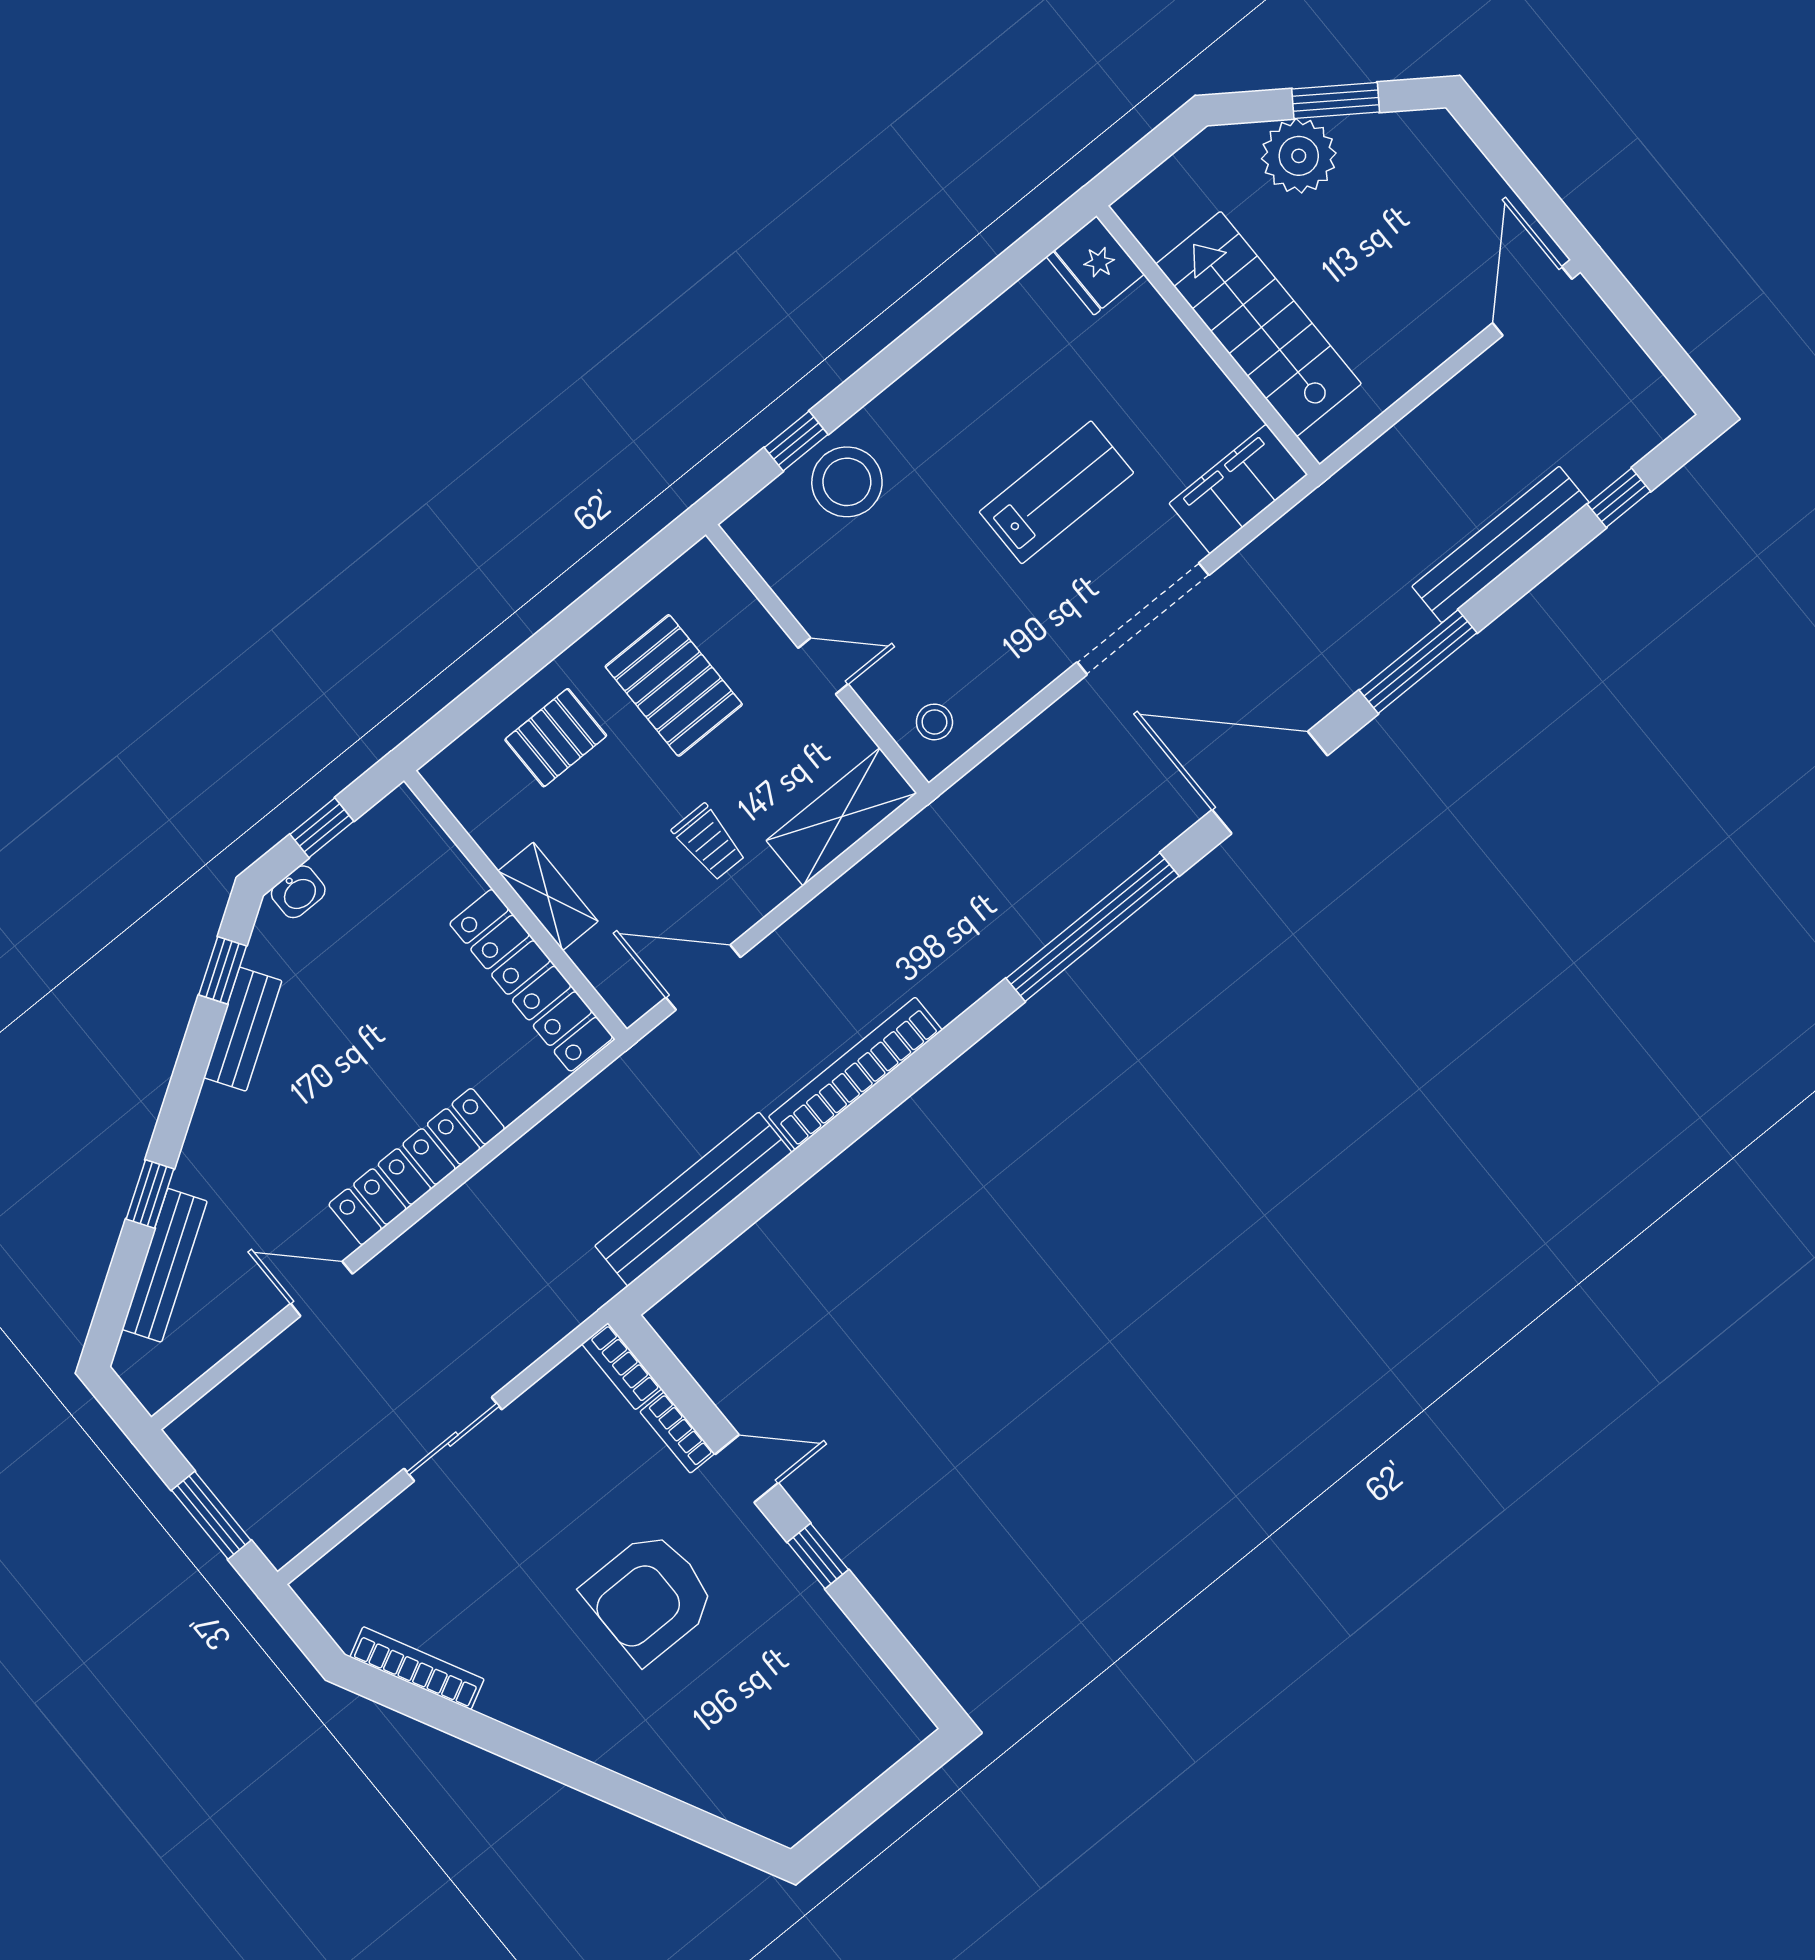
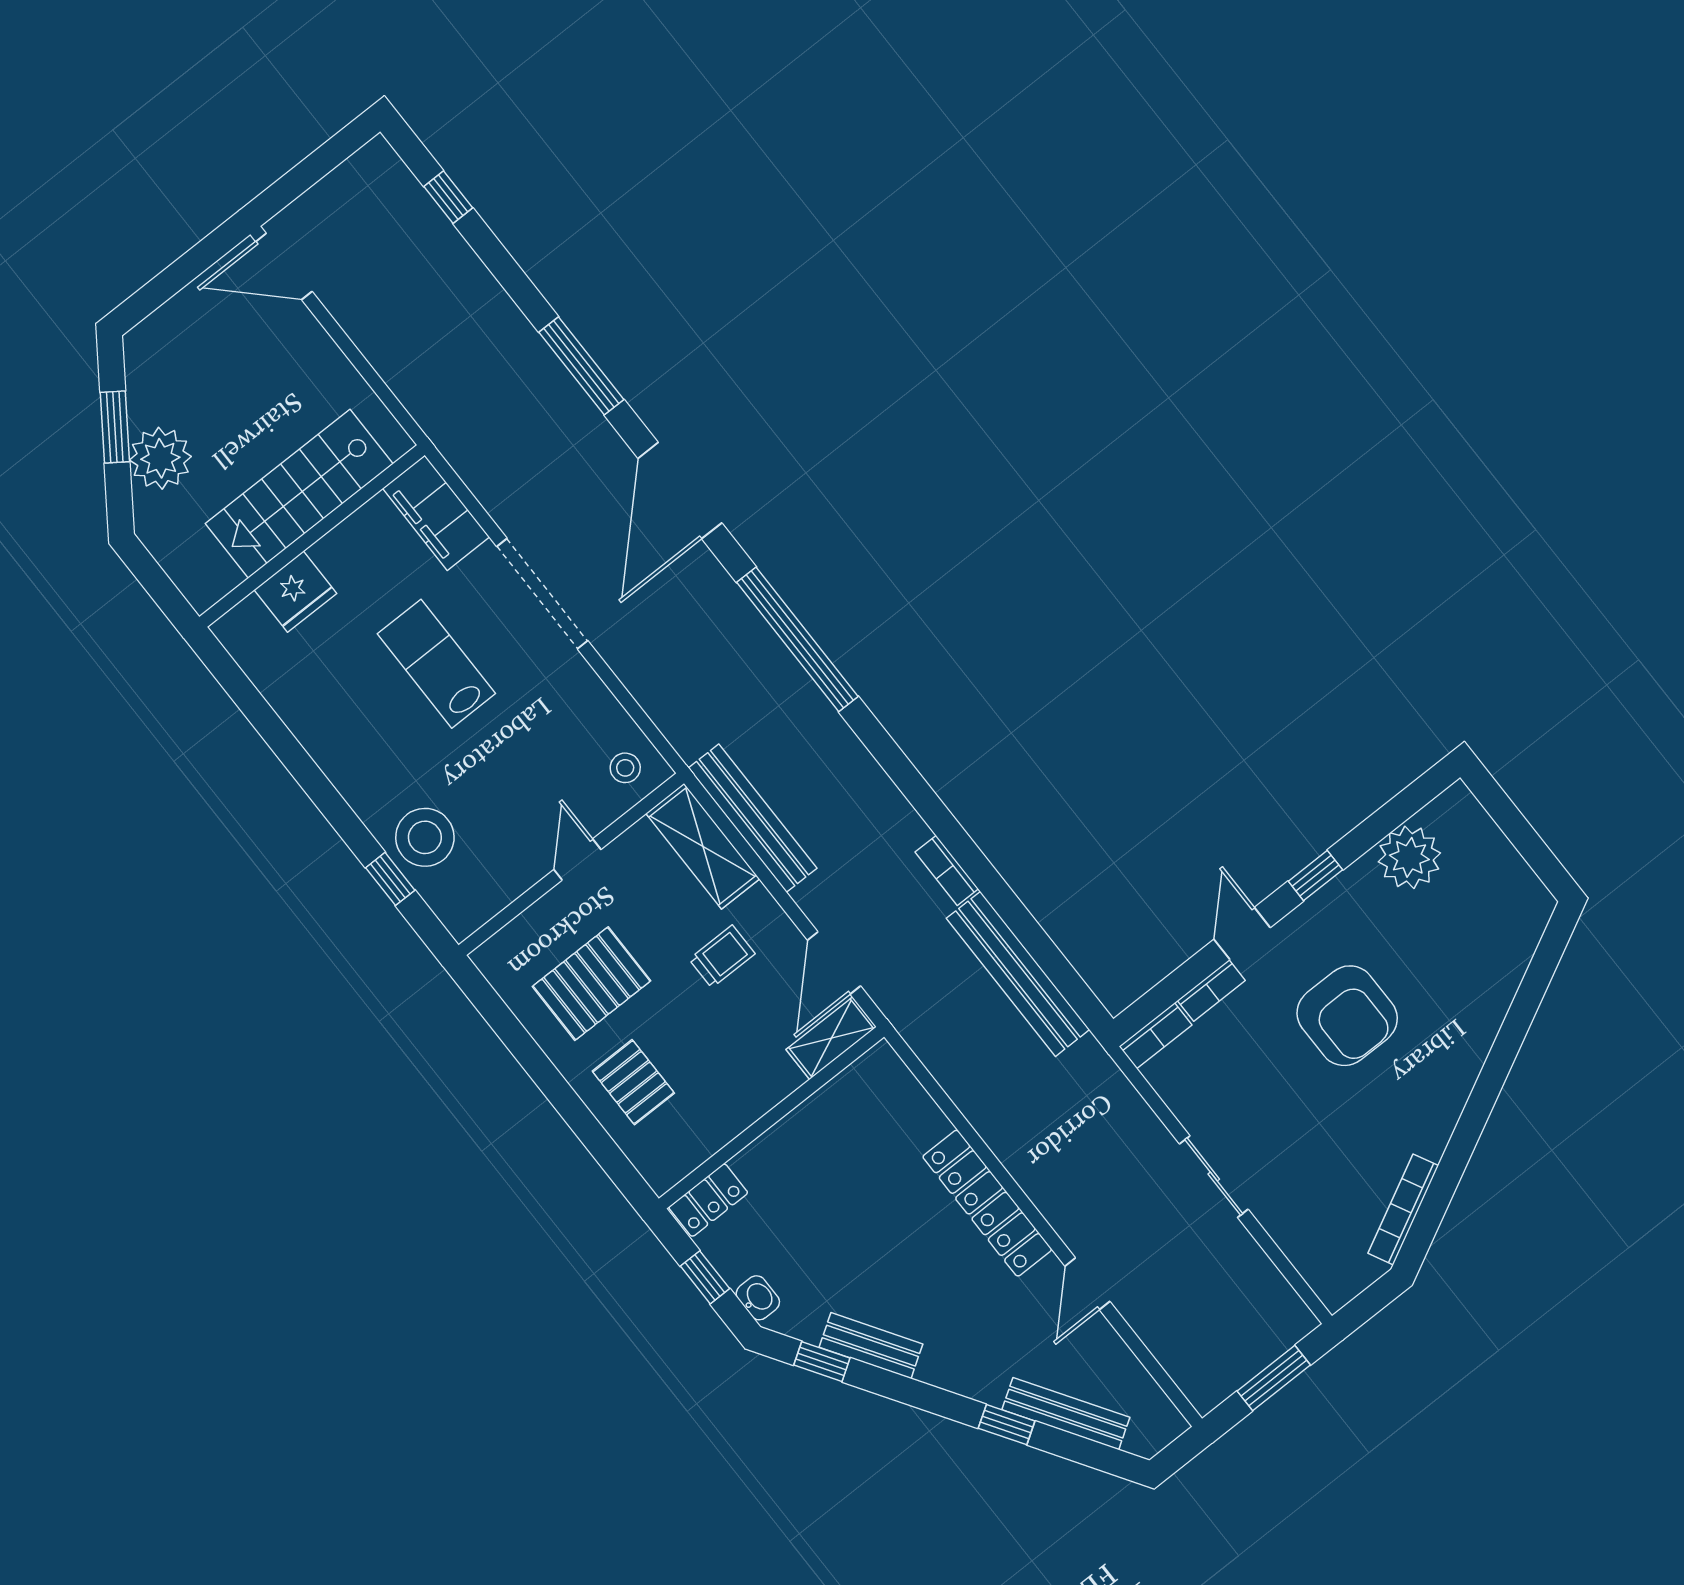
fridge: (1095, 265) -> (295, 592), moved
bench: (1500, 544) -> (753, 818), moved
shelving: (548, 896) -> (831, 1038), moved
locker: (531, 980) -> (708, 1200), moved, width x0.46, depth x0.83
bookcase: (855, 1073) -> (947, 870), width x0.43, depth x0.76
plant: (841, 1669) -> (1409, 857), added

